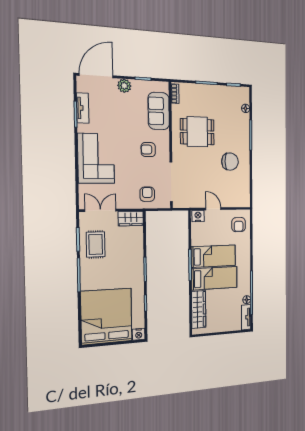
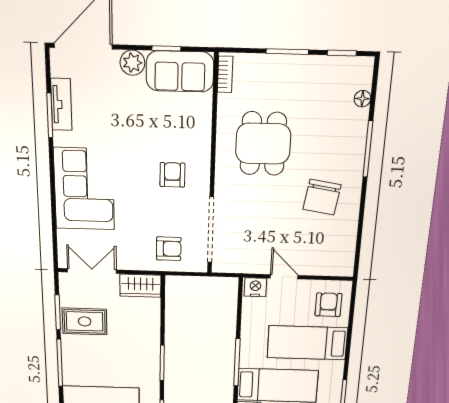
sofa: (159, 111) -> (180, 71), moved, turned -90
dining table: (197, 132) -> (263, 144), turned 90
armchair: (148, 150) -> (172, 175), turned 90
chair: (230, 162) -> (322, 197), turned 99
armchair: (147, 194) -> (169, 249), turned 90
armchair: (239, 225) -> (328, 305), turned 180
rug: (96, 244) -> (85, 321), turned 90
bed: (213, 256) -> (307, 343), moved, turned 180

